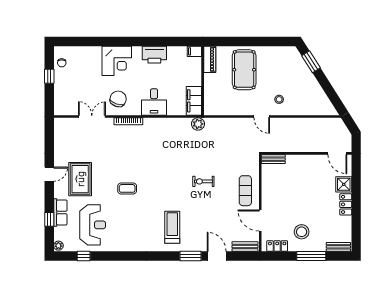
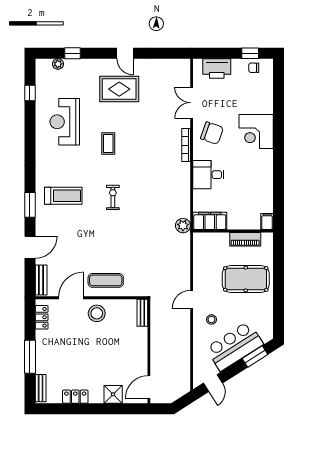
printer: (154, 55) -> (217, 68), moved, turned -90
piano: (210, 59) -> (245, 239), moved
window: (49, 76) -> (250, 53), moved
bar counter: (302, 79) -> (235, 346), added
door: (334, 98) -> (213, 383), added
double door: (92, 116) -> (192, 103), swing flipped
exercise bike: (203, 181) -> (113, 197), moved
locker: (346, 204) -> (75, 397), moved
row of seats: (60, 212) -> (80, 66), removed
reception desk: (93, 225) -> (65, 122), moved, turned 90
stool: (302, 232) -> (97, 313), moved
plant: (58, 246) -> (58, 64), moved
window: (190, 256) -> (30, 205), moved

